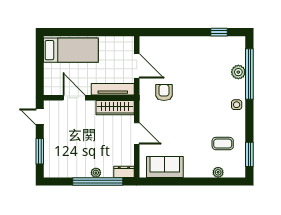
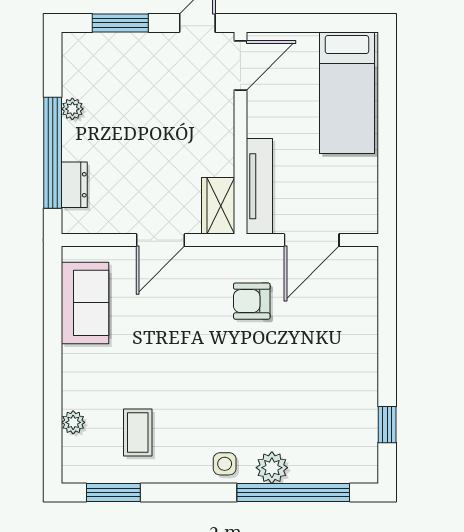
plant: (238, 72) -> (272, 468), moved
armchair: (164, 93) -> (252, 301), turned 180
door: (74, 98) -> (240, 66), moved
wardrobe: (115, 108) -> (218, 206), width x0.67
dresser: (124, 172) -> (74, 185), moved
plant: (96, 173) -> (72, 109), moved

